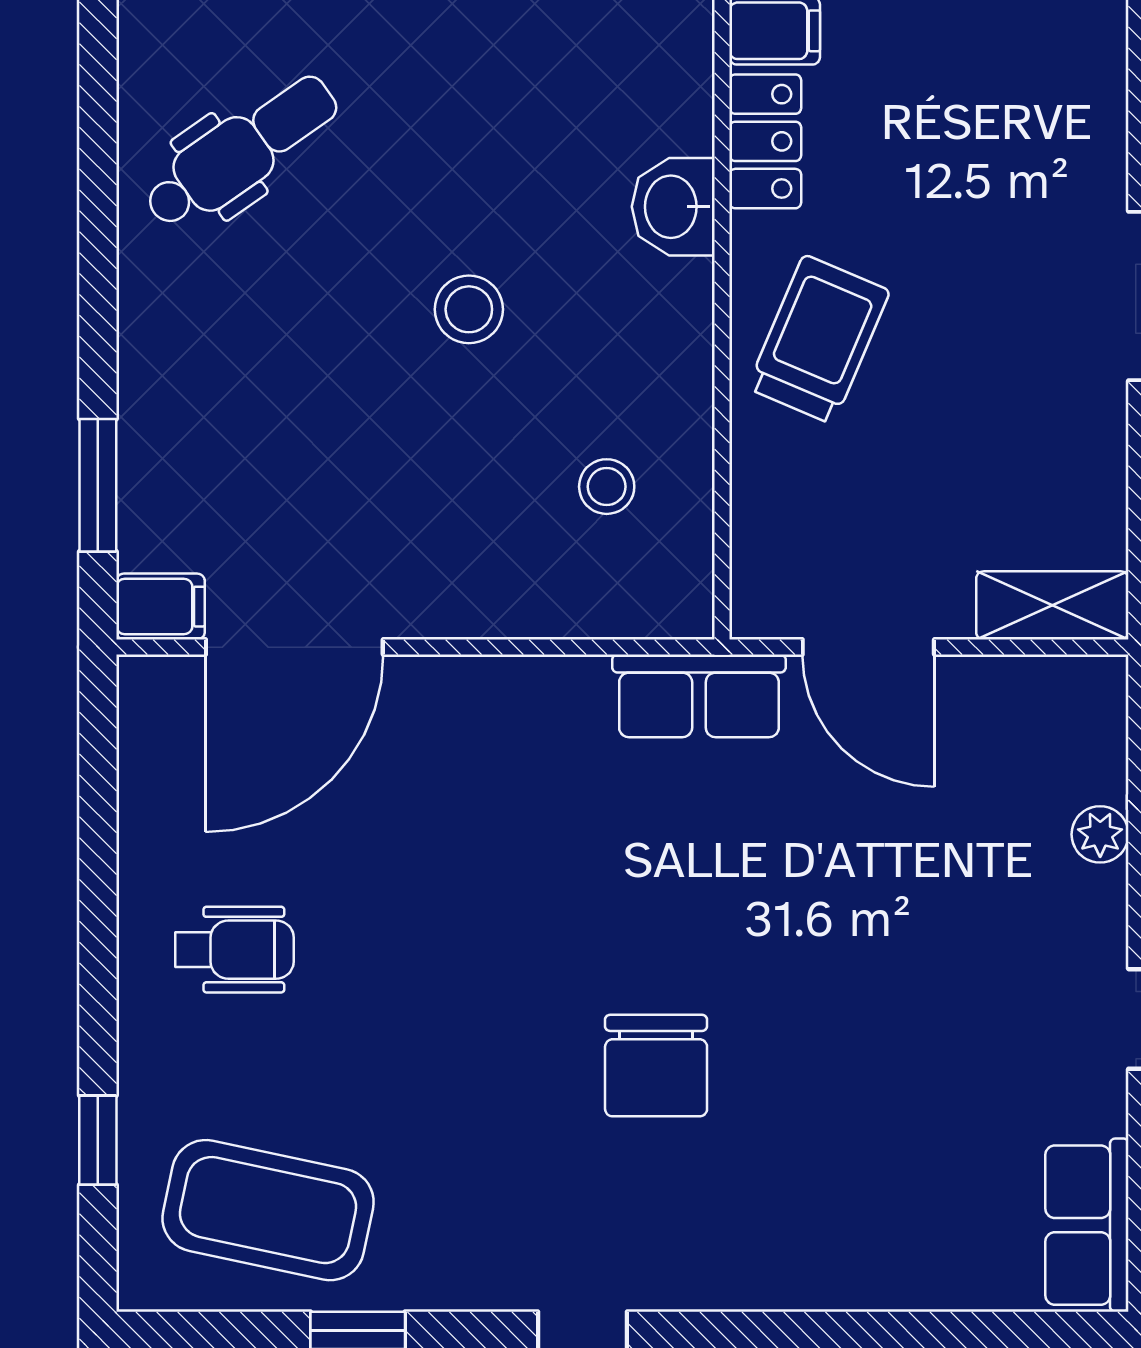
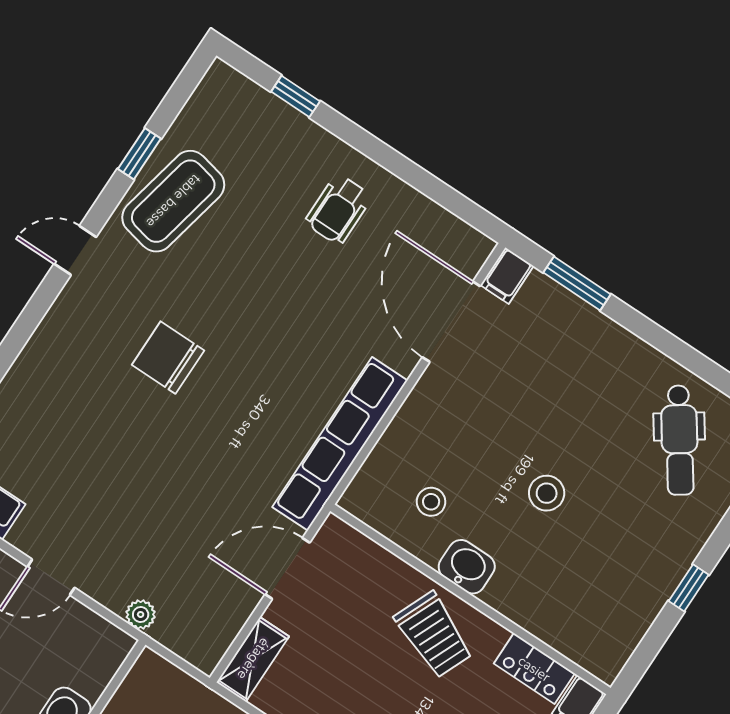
washbasin: (673, 207) -> (467, 567), moved
row of seats: (699, 696) -> (340, 444), width x2.02
coffee table: (268, 1210) -> (173, 201), moved

